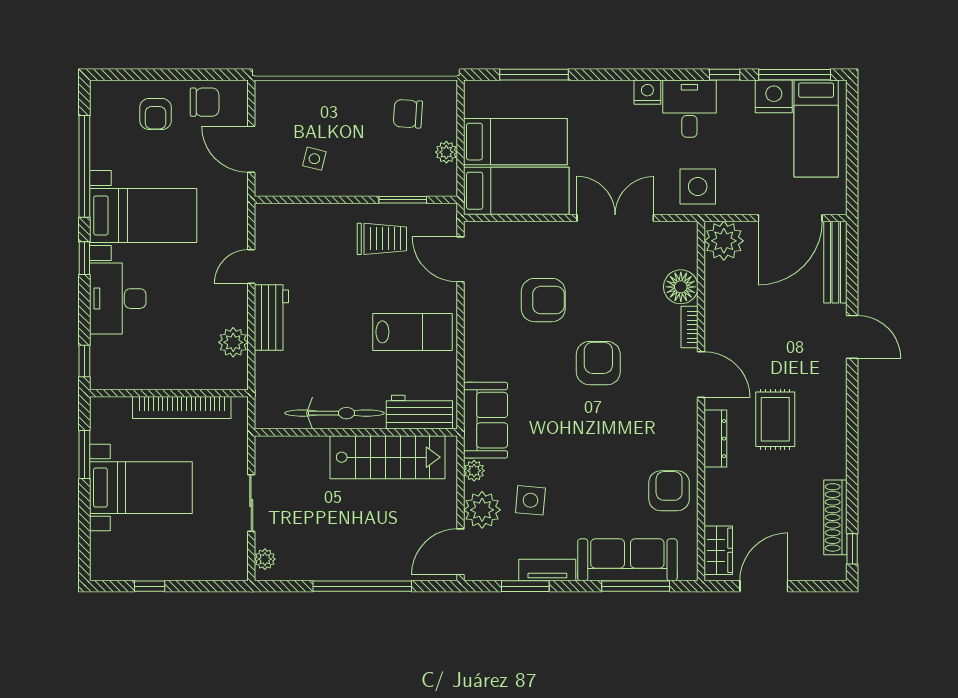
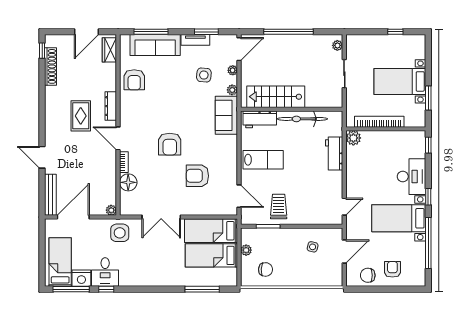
nightstand: (647, 92) -> (145, 280), removed
desk: (689, 109) -> (105, 272), moved
door: (251, 149) -> (344, 252), hinge flipped
trolley: (382, 239) -> (279, 207), turned 90
plant: (724, 241) -> (111, 210), width x0.53, depth x0.53
door: (251, 267) -> (344, 207), moved
workbench: (271, 317) -> (334, 153), moved
lab bench: (413, 332) -> (263, 160), turned 180
plant: (233, 342) -> (353, 138), moved
plant: (482, 510) -> (233, 70), width x0.53, depth x0.53

